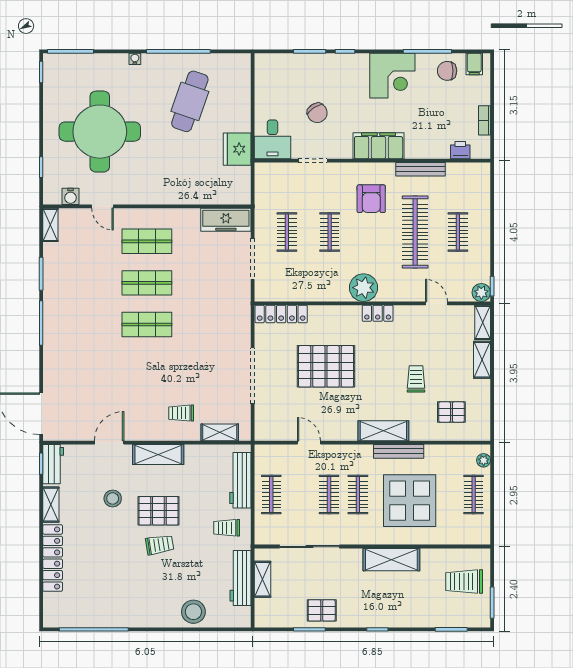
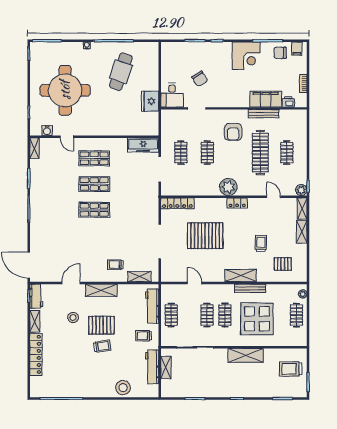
filing cabinet: (379, 146) -> (266, 99), moved
pallet: (322, 610) -> (202, 387), removed

